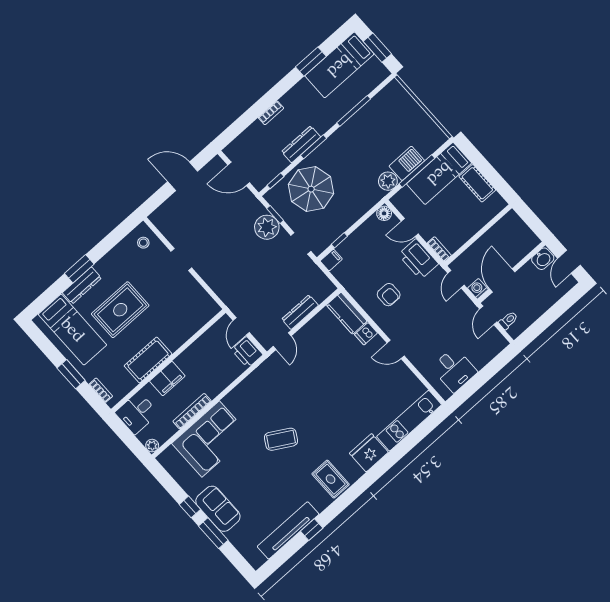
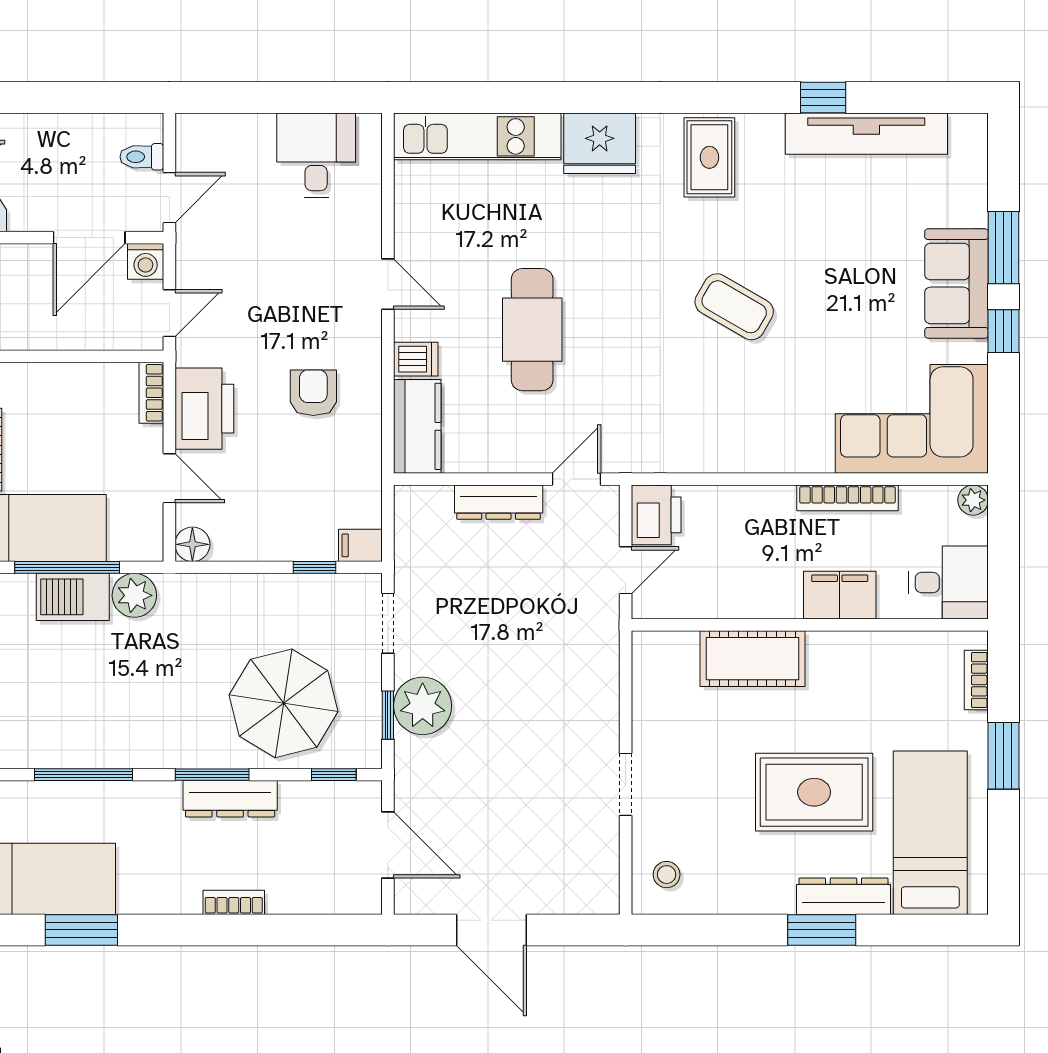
cot: (148, 360) -> (753, 659), moved
cafe table: (338, 376) -> (532, 330), added
corner sofa: (211, 439) -> (912, 419), moved

